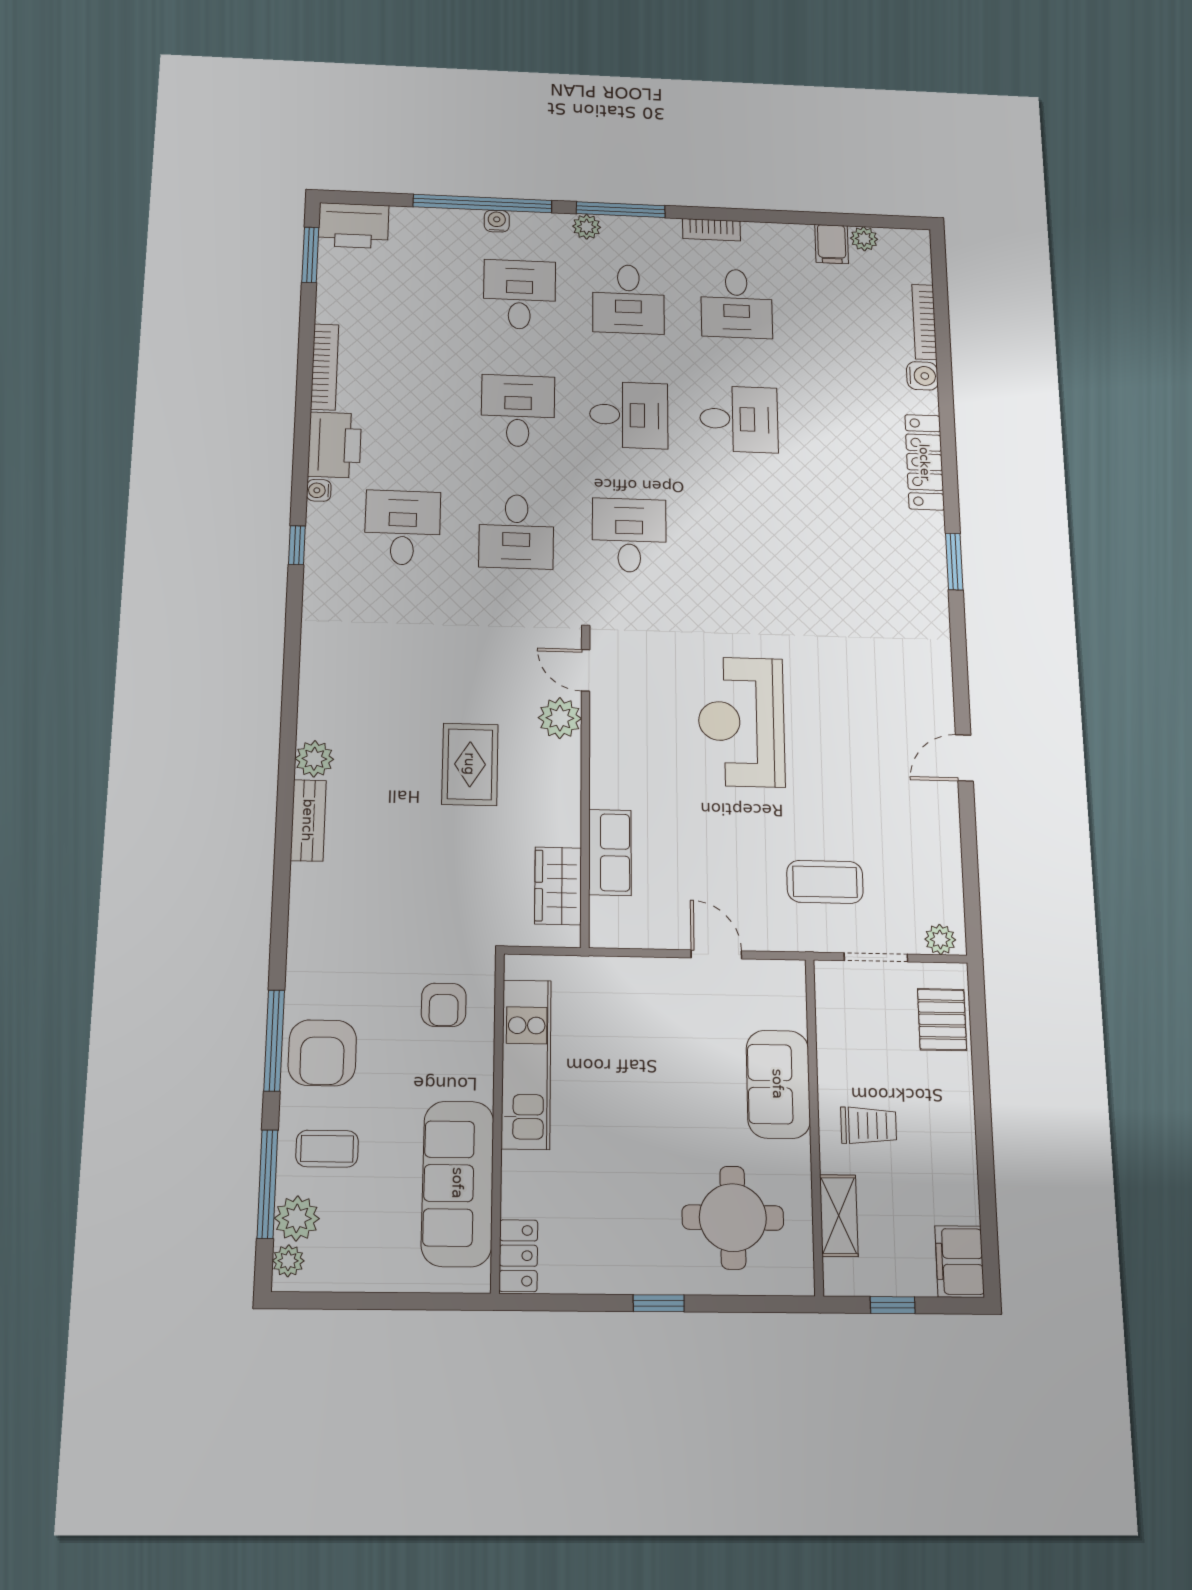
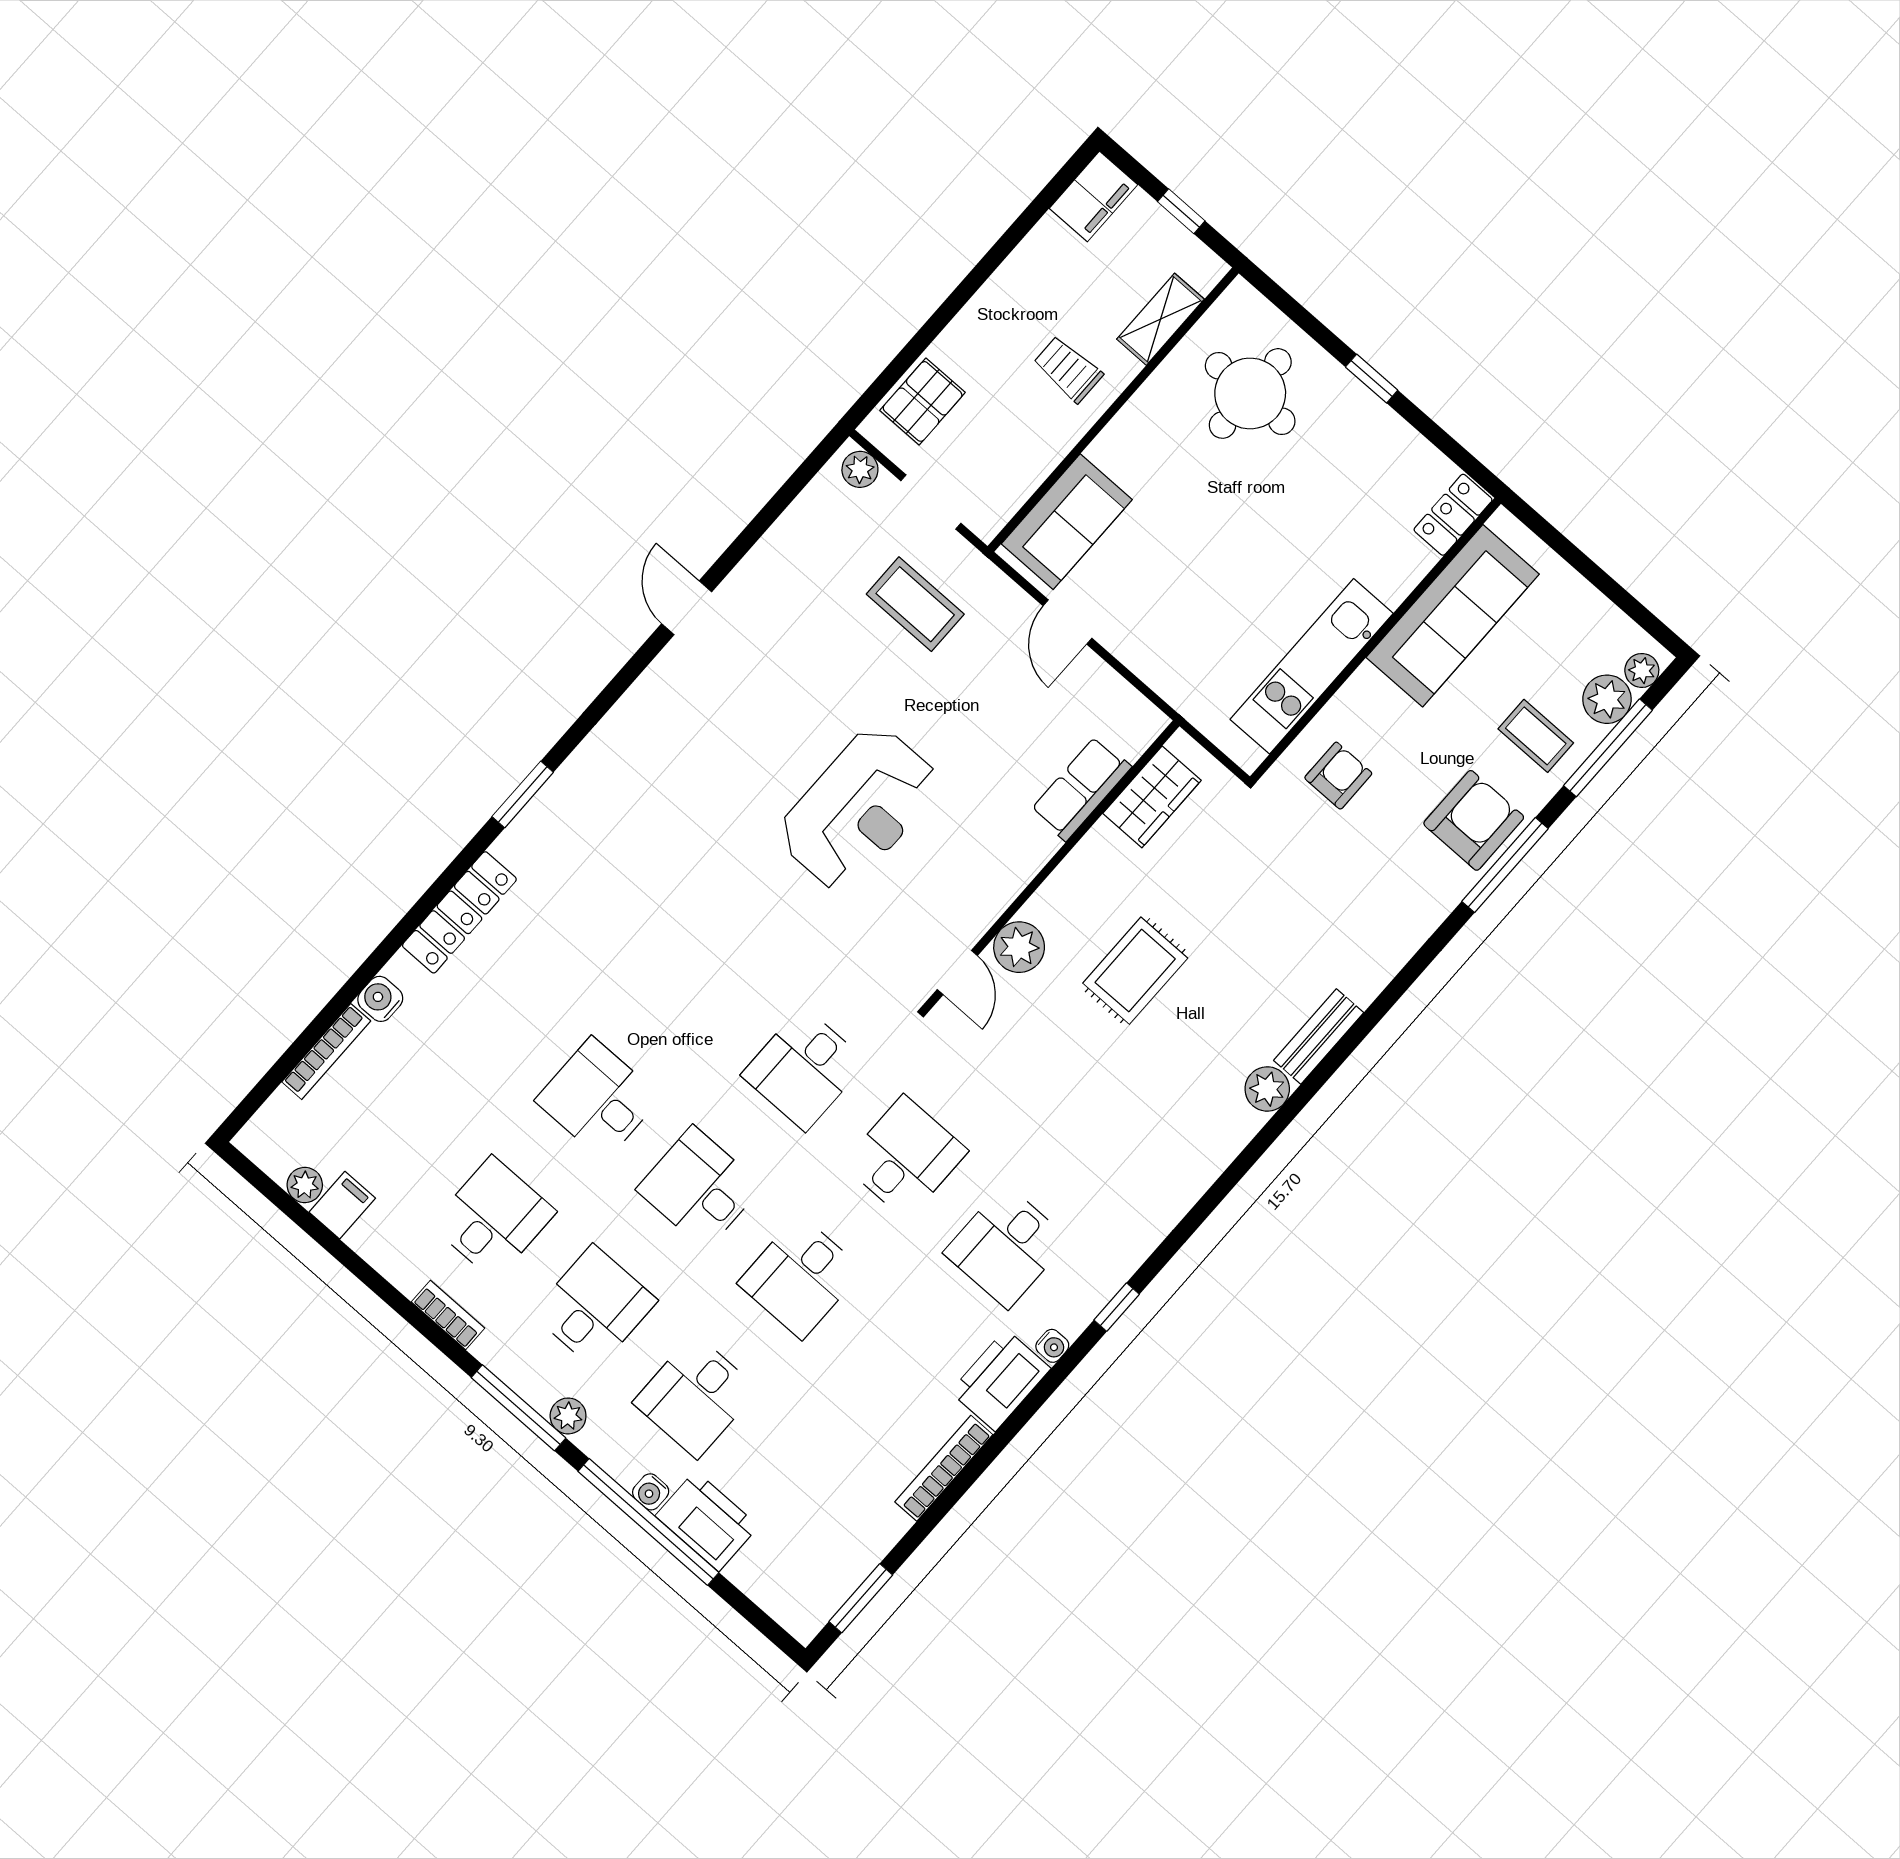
printer: (354, 226) -> (707, 1521), moved
door: (964, 758) -> (687, 608), swing flipped
sofa: (778, 1084) -> (1067, 522), moved

